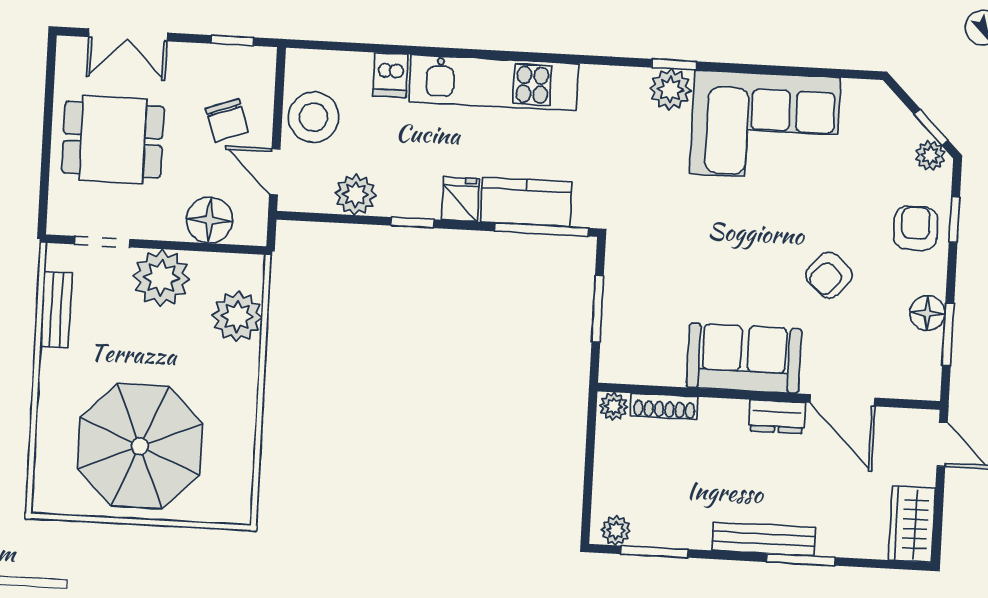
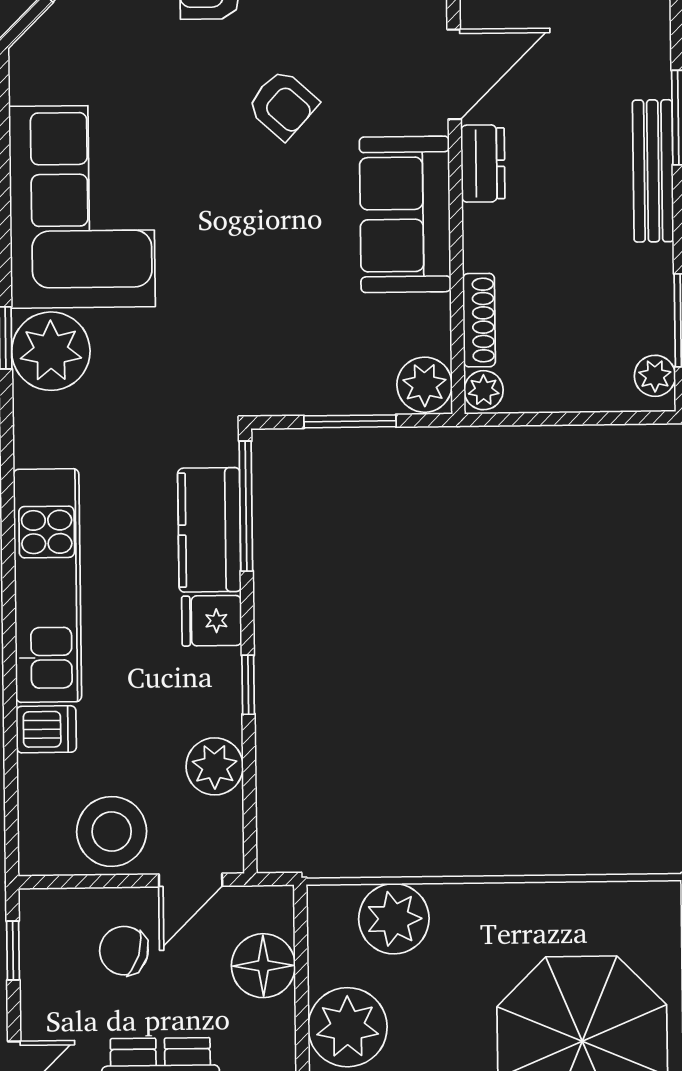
plant: (670, 89) -> (51, 351), width x1.36, depth x1.36
chair: (227, 120) -> (124, 951), turned -143
plant: (620, 364) -> (424, 385), added

